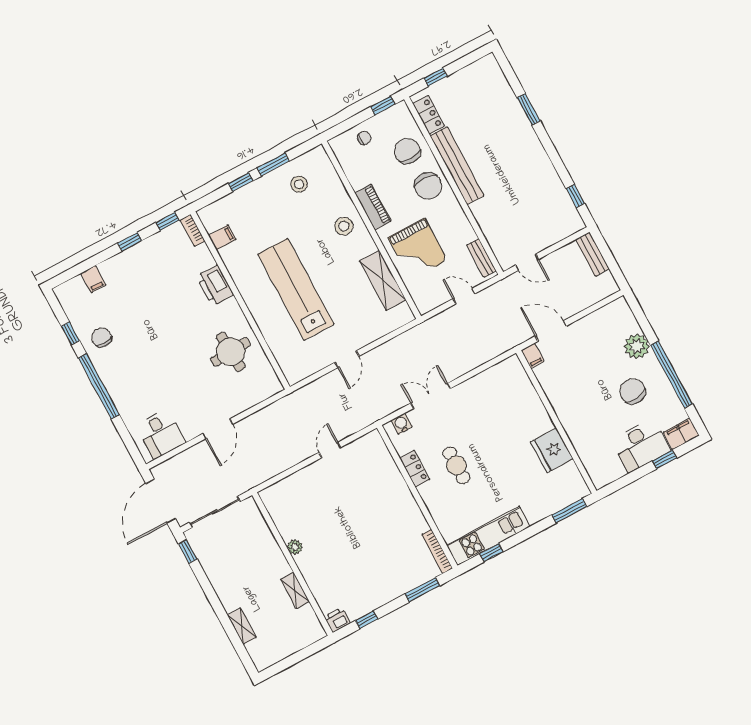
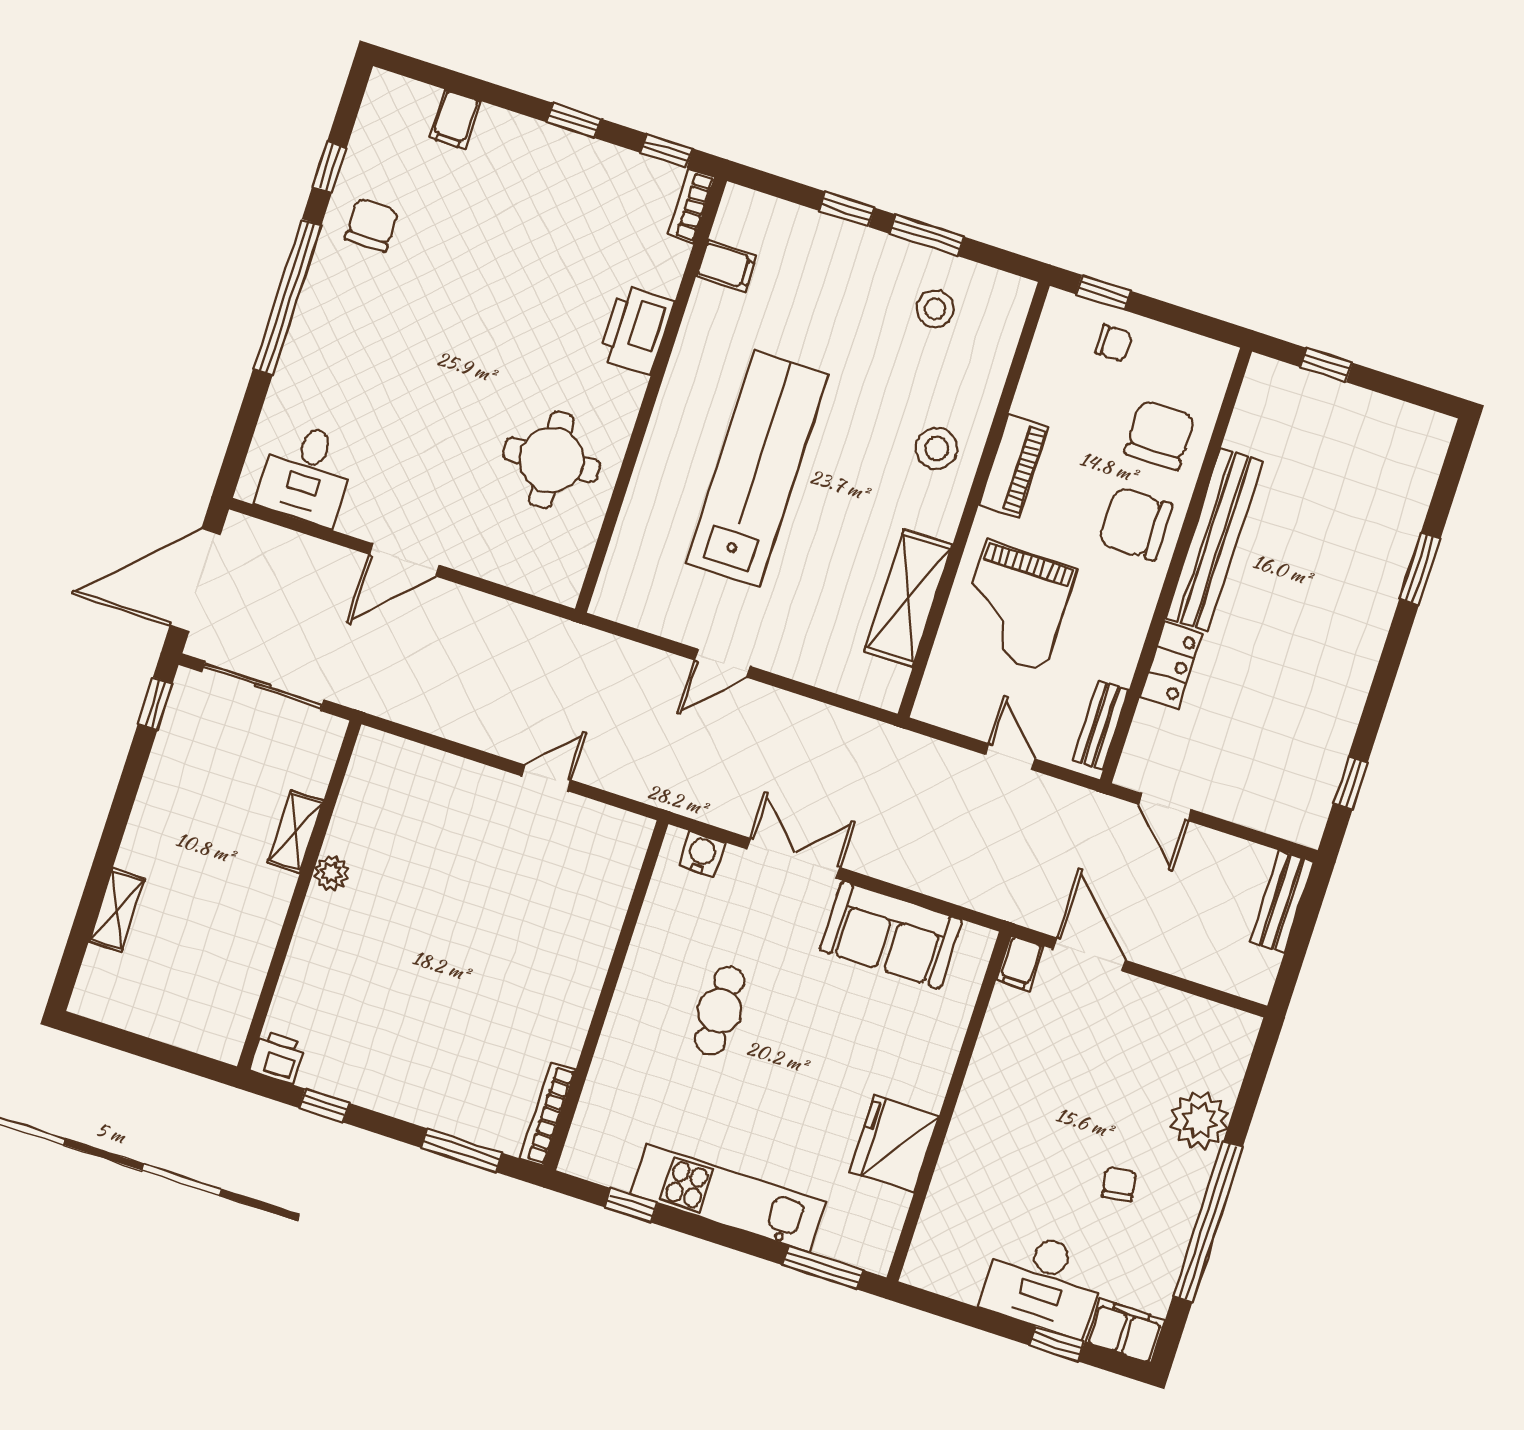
window: (383, 106) -> (1103, 293), moved
locker: (429, 115) -> (1171, 665), moved
chair: (428, 186) -> (1136, 524), turned 89
sofa: (484, 388) -> (891, 935), added
chair: (633, 391) -> (1119, 1184), width x0.54, depth x0.54
locker: (415, 469) -> (649, 947), removed
kitchen unit: (488, 536) -> (728, 1198), moved
shelving: (295, 590) -> (295, 832), moved

